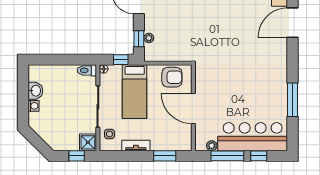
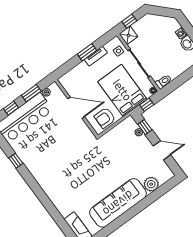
door: (292, 23) -> (53, 211), removed
bed: (135, 92) -> (122, 90), width x1.50
window: (292, 100) -> (16, 161), width x0.46
window: (165, 156) -> (87, 52), moved
window: (227, 156) -> (31, 93), width x0.69

